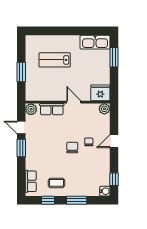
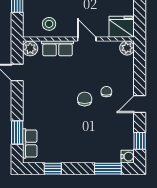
stool: (45, 91) -> (49, 24), added
door: (114, 141) -> (140, 104), moved
window: (21, 148) -> (17, 132), moved
coffee table: (56, 183) -> (64, 146), removed
window: (77, 200) -> (108, 169), moved

